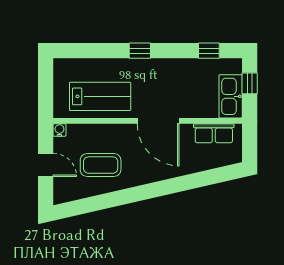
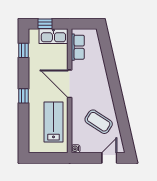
door: (158, 121) -> (70, 84), swing flipped
door: (46, 165) -> (109, 158), moved
coffee table: (101, 165) -> (99, 122), turned -57

